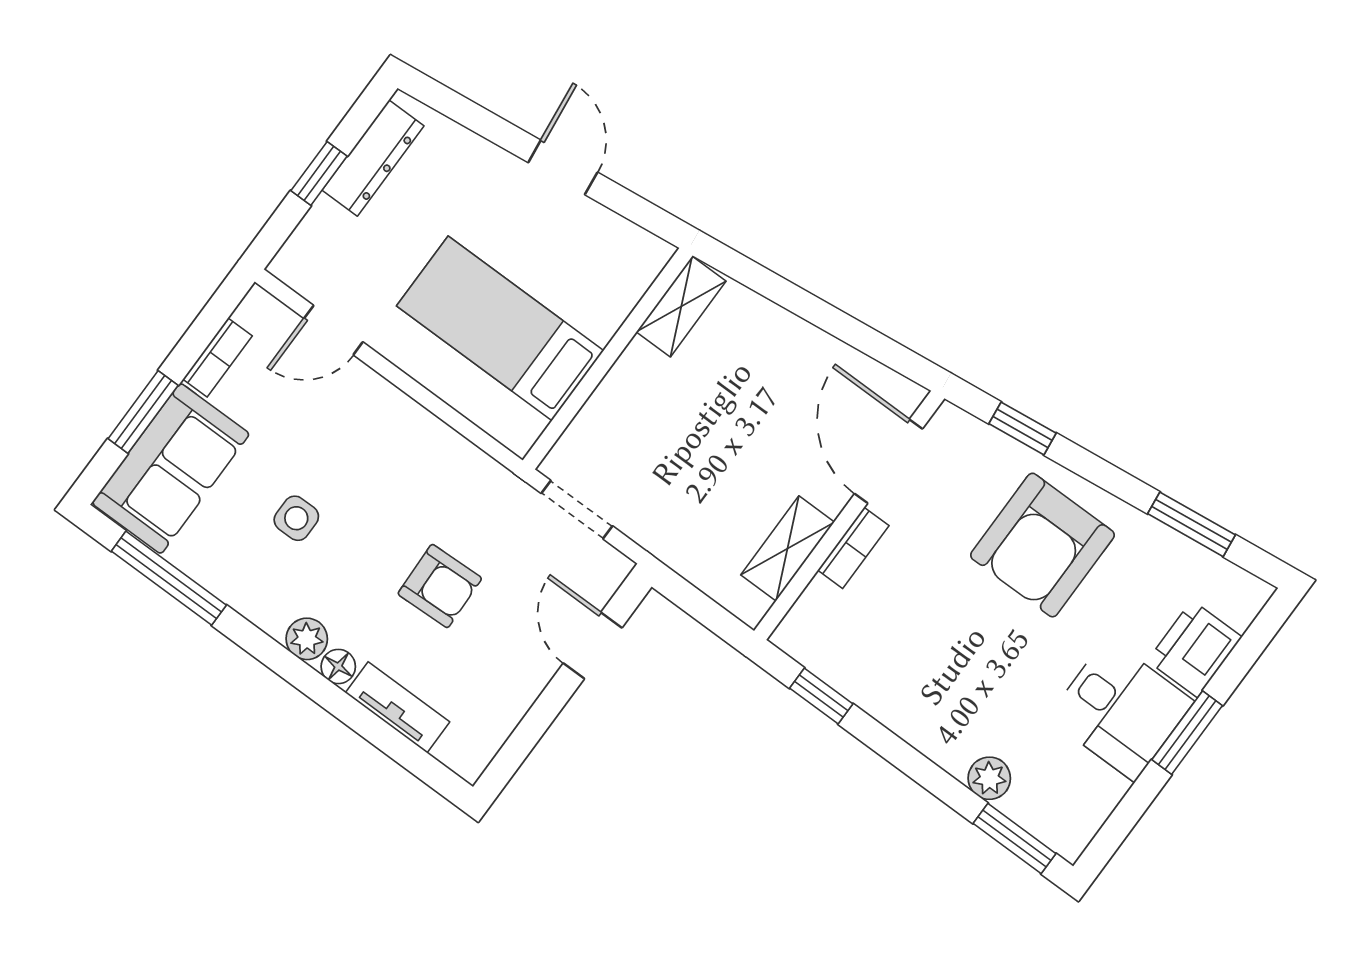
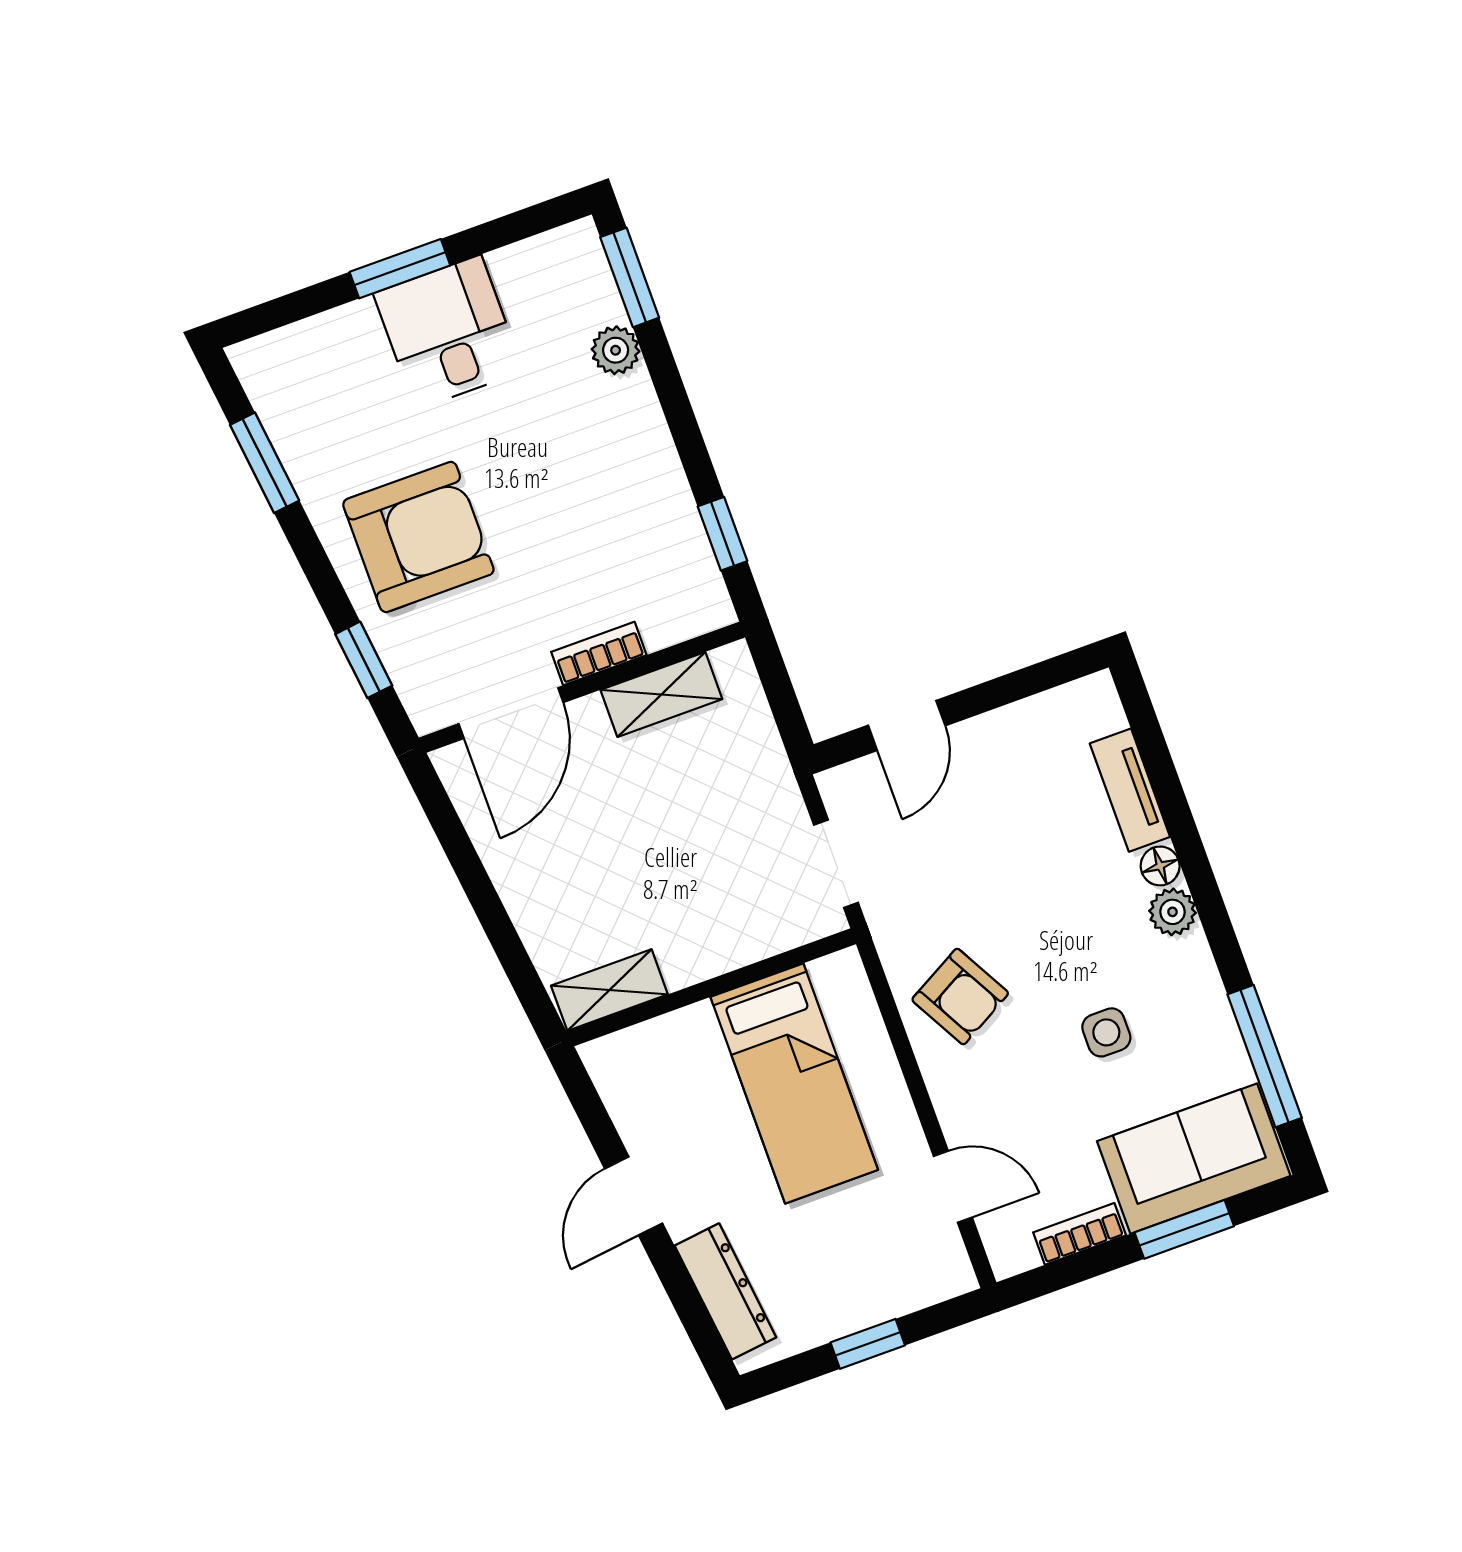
dresser: (373, 158) -> (725, 1291), moved, turned 83
armchair: (440, 586) -> (960, 996), moved, turned 153
printer: (1195, 649) -> (340, 343), removed

